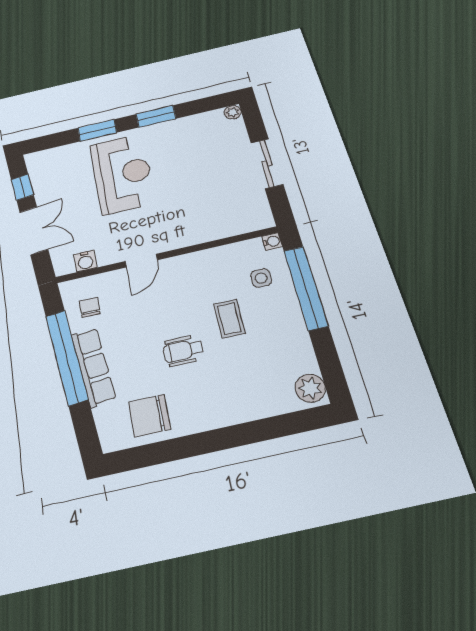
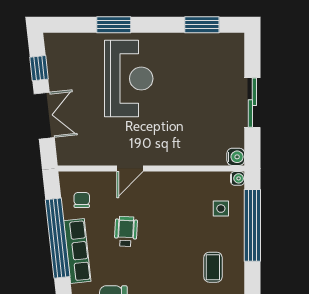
plant: (233, 112) -> (237, 40), removed
window: (156, 116) -> (202, 25), moved
water cooler: (85, 261) -> (236, 157), moved, turned -90
coffee table: (229, 319) -> (213, 267), moved
wheelchair: (183, 350) -> (126, 231), moved, turned 93

